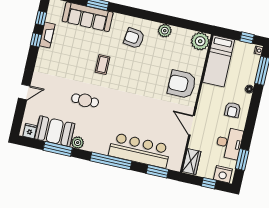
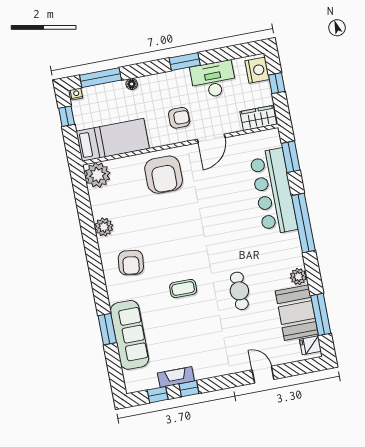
armchair: (233, 110) -> (179, 118), moved
window: (58, 149) -> (321, 314), moved
window: (242, 160) -> (185, 62), moved

